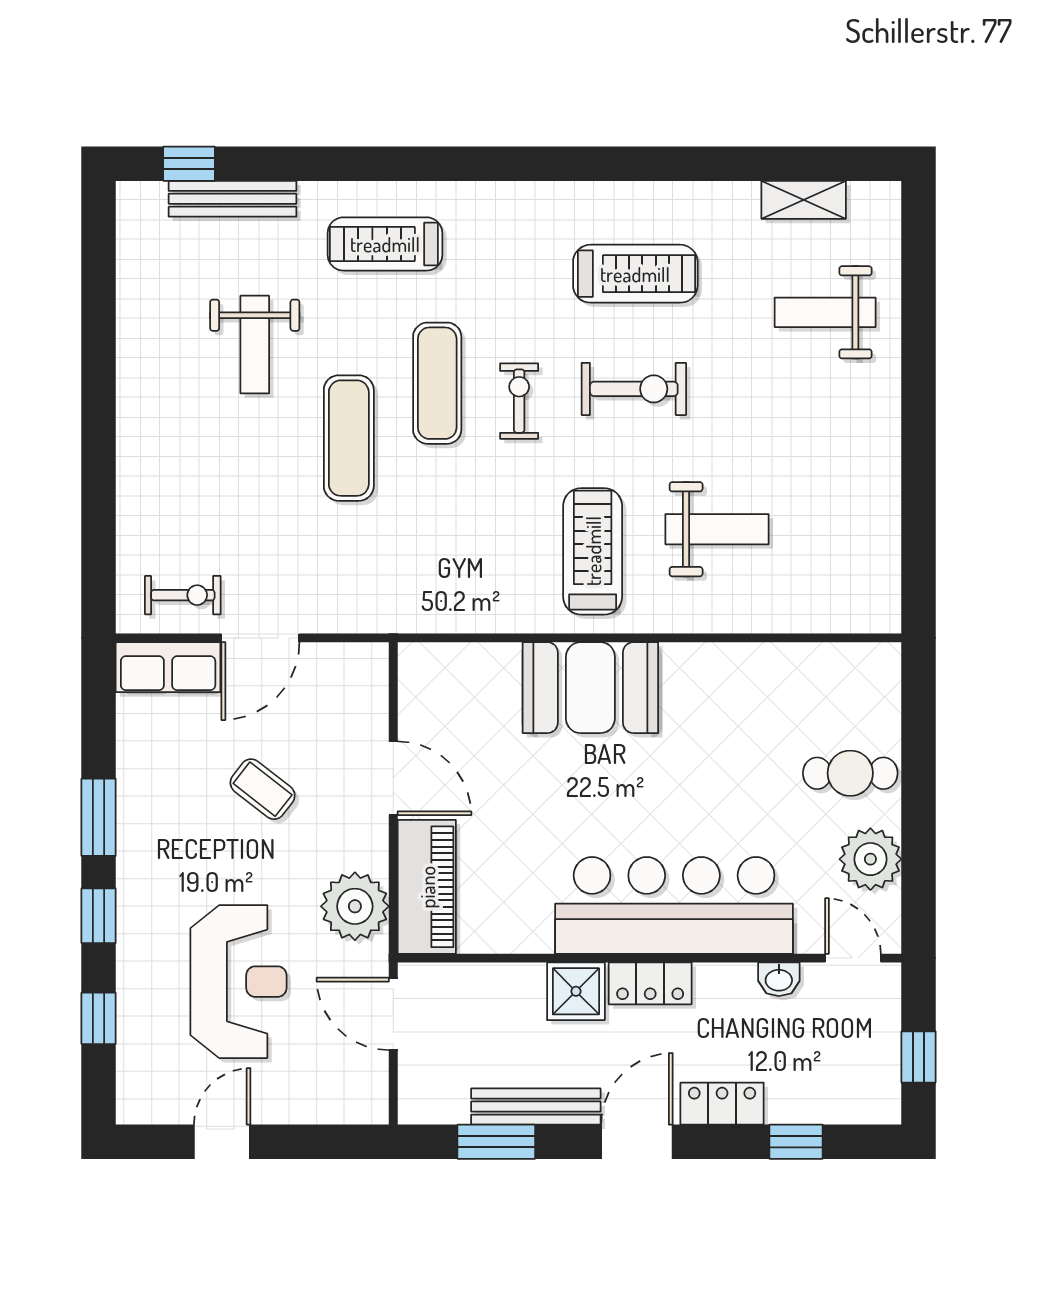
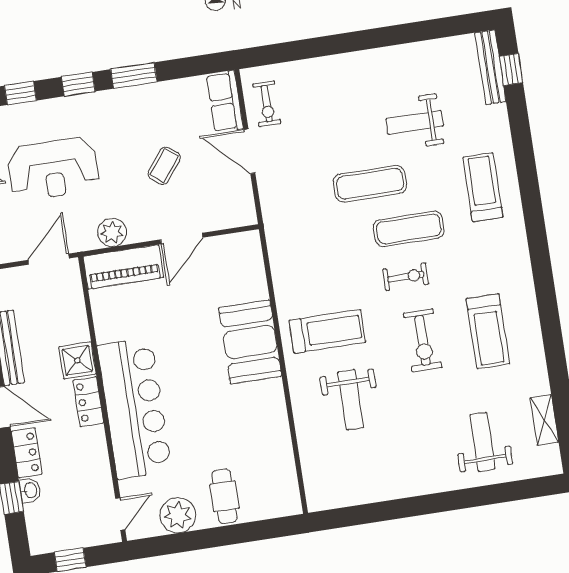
bench: (232, 199) -> (490, 67), moved
plant: (355, 906) -> (112, 232), width x0.73, depth x0.73
washbasin: (779, 979) -> (30, 490), moved, turned 180

